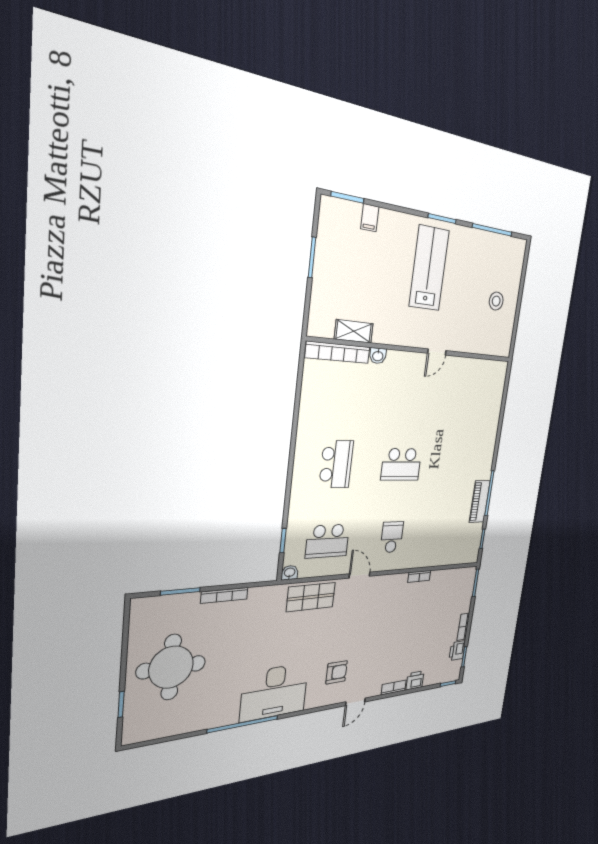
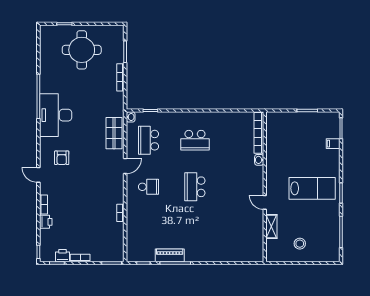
shelving: (354, 331) -> (271, 227), moved

